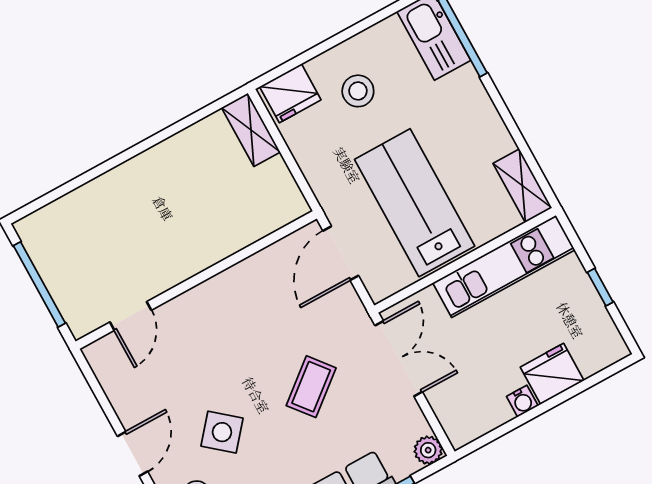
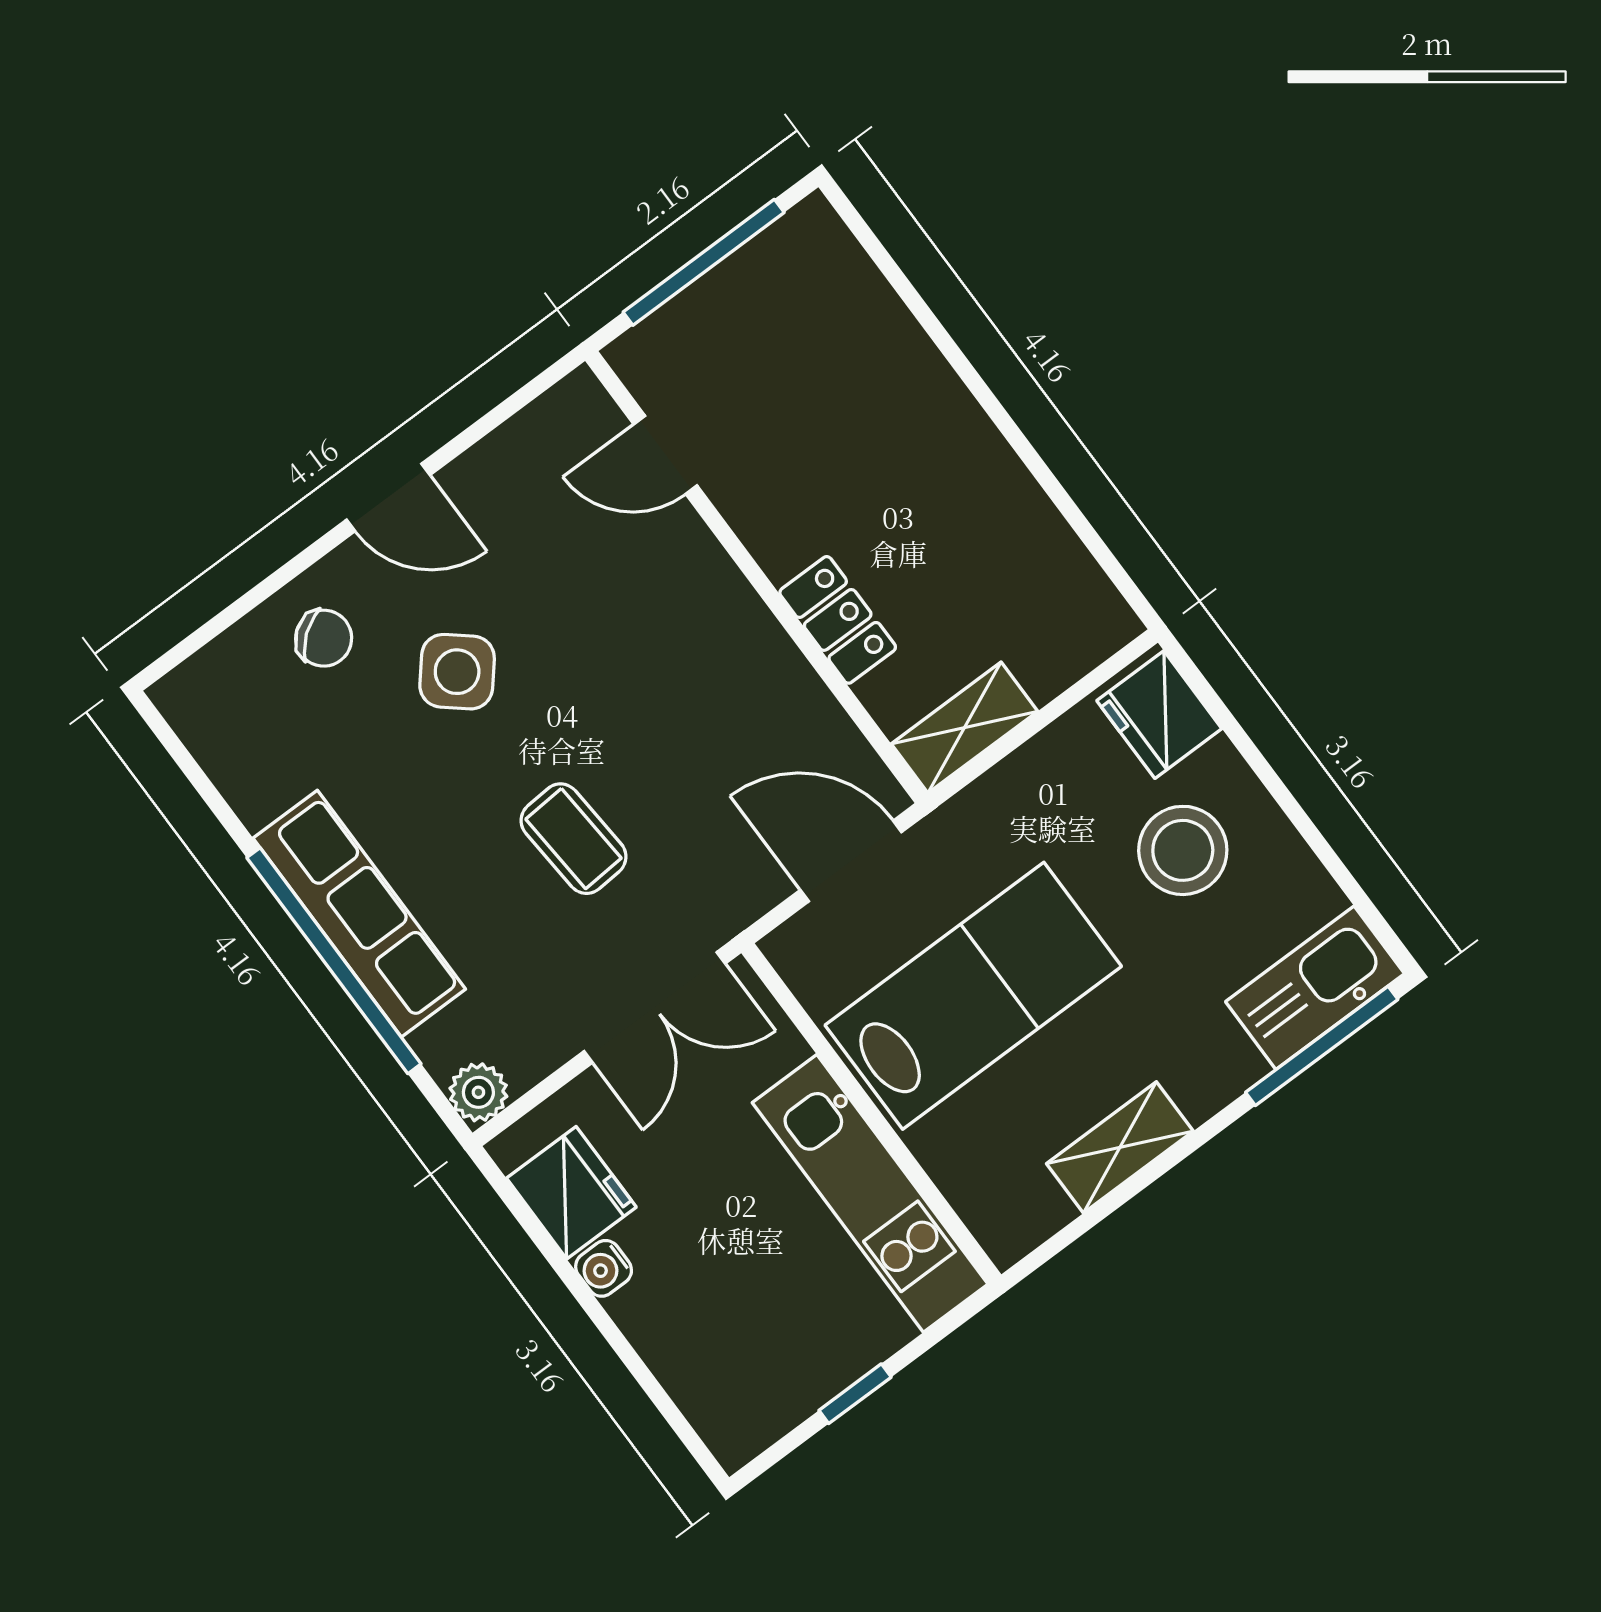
stool: (358, 91) -> (1183, 850), width x1.38, depth x1.38
shelving: (251, 130) -> (965, 728), moved
shelving: (522, 186) -> (1120, 1147), moved
locker: (223, 243) -> (838, 620), added
fridge: (552, 374) -> (571, 1193), moved
coffee table: (311, 387) -> (574, 839), turned 35

